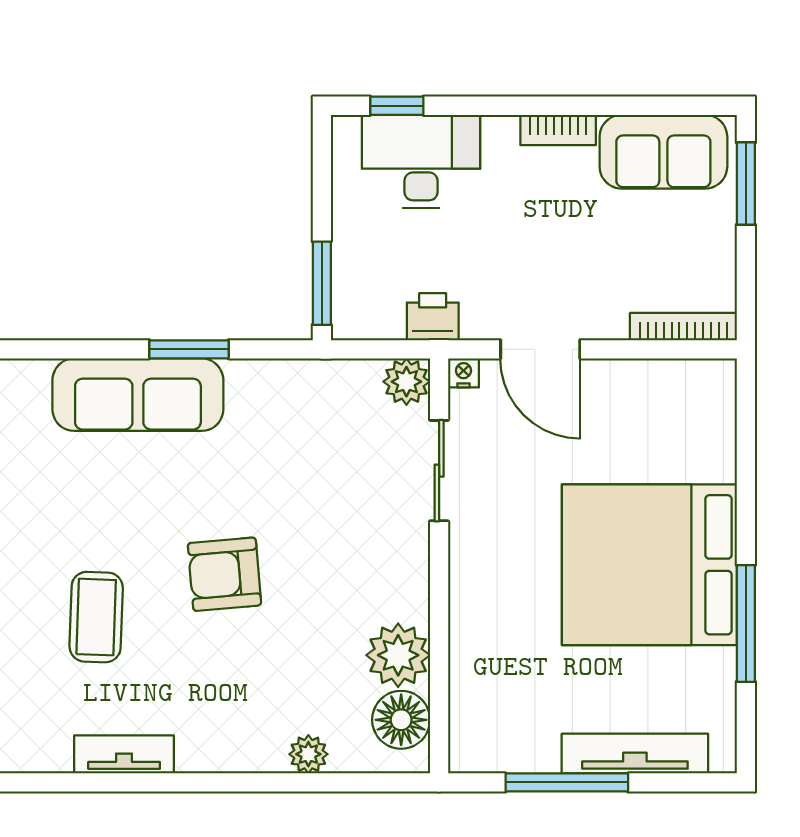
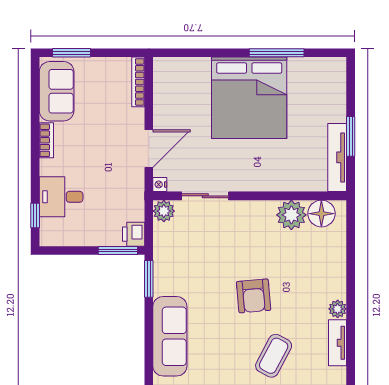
desk: (421, 161) -> (61, 197), width x0.73
printer: (433, 317) -> (134, 234), moved
window: (189, 349) -> (149, 279), moved
coffee table: (96, 617) -> (274, 356), turned -64
plant: (308, 754) -> (338, 309), moved
tv unit: (635, 754) -> (337, 157), moved
window: (567, 782) -> (351, 136), width x0.69

